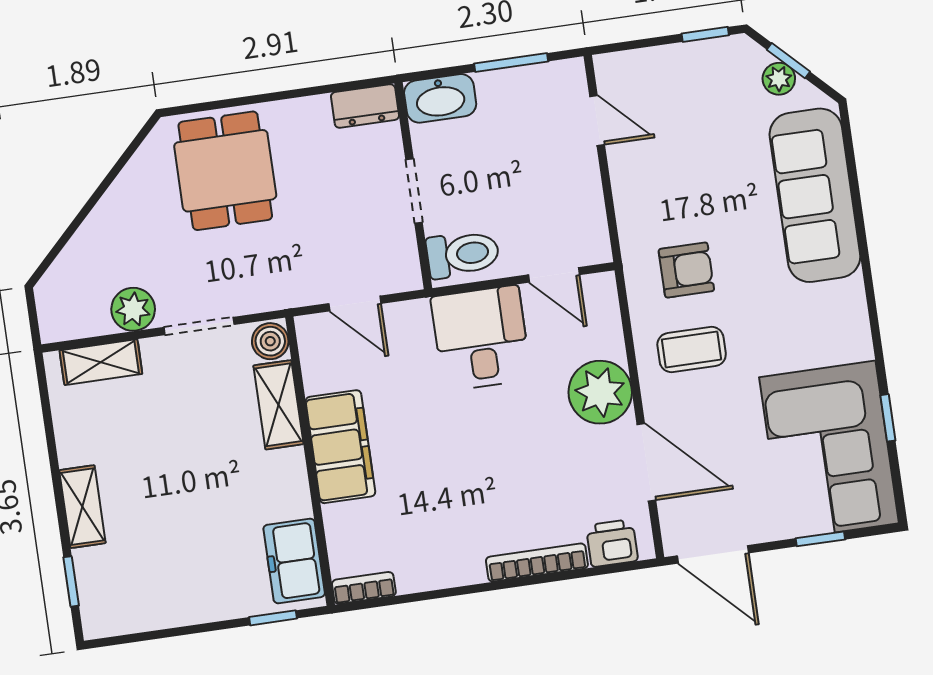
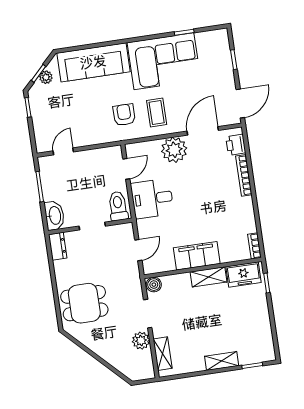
shelving: (278, 405) -> (208, 277), moved
corner sofa: (829, 450) -> (164, 61), moved

